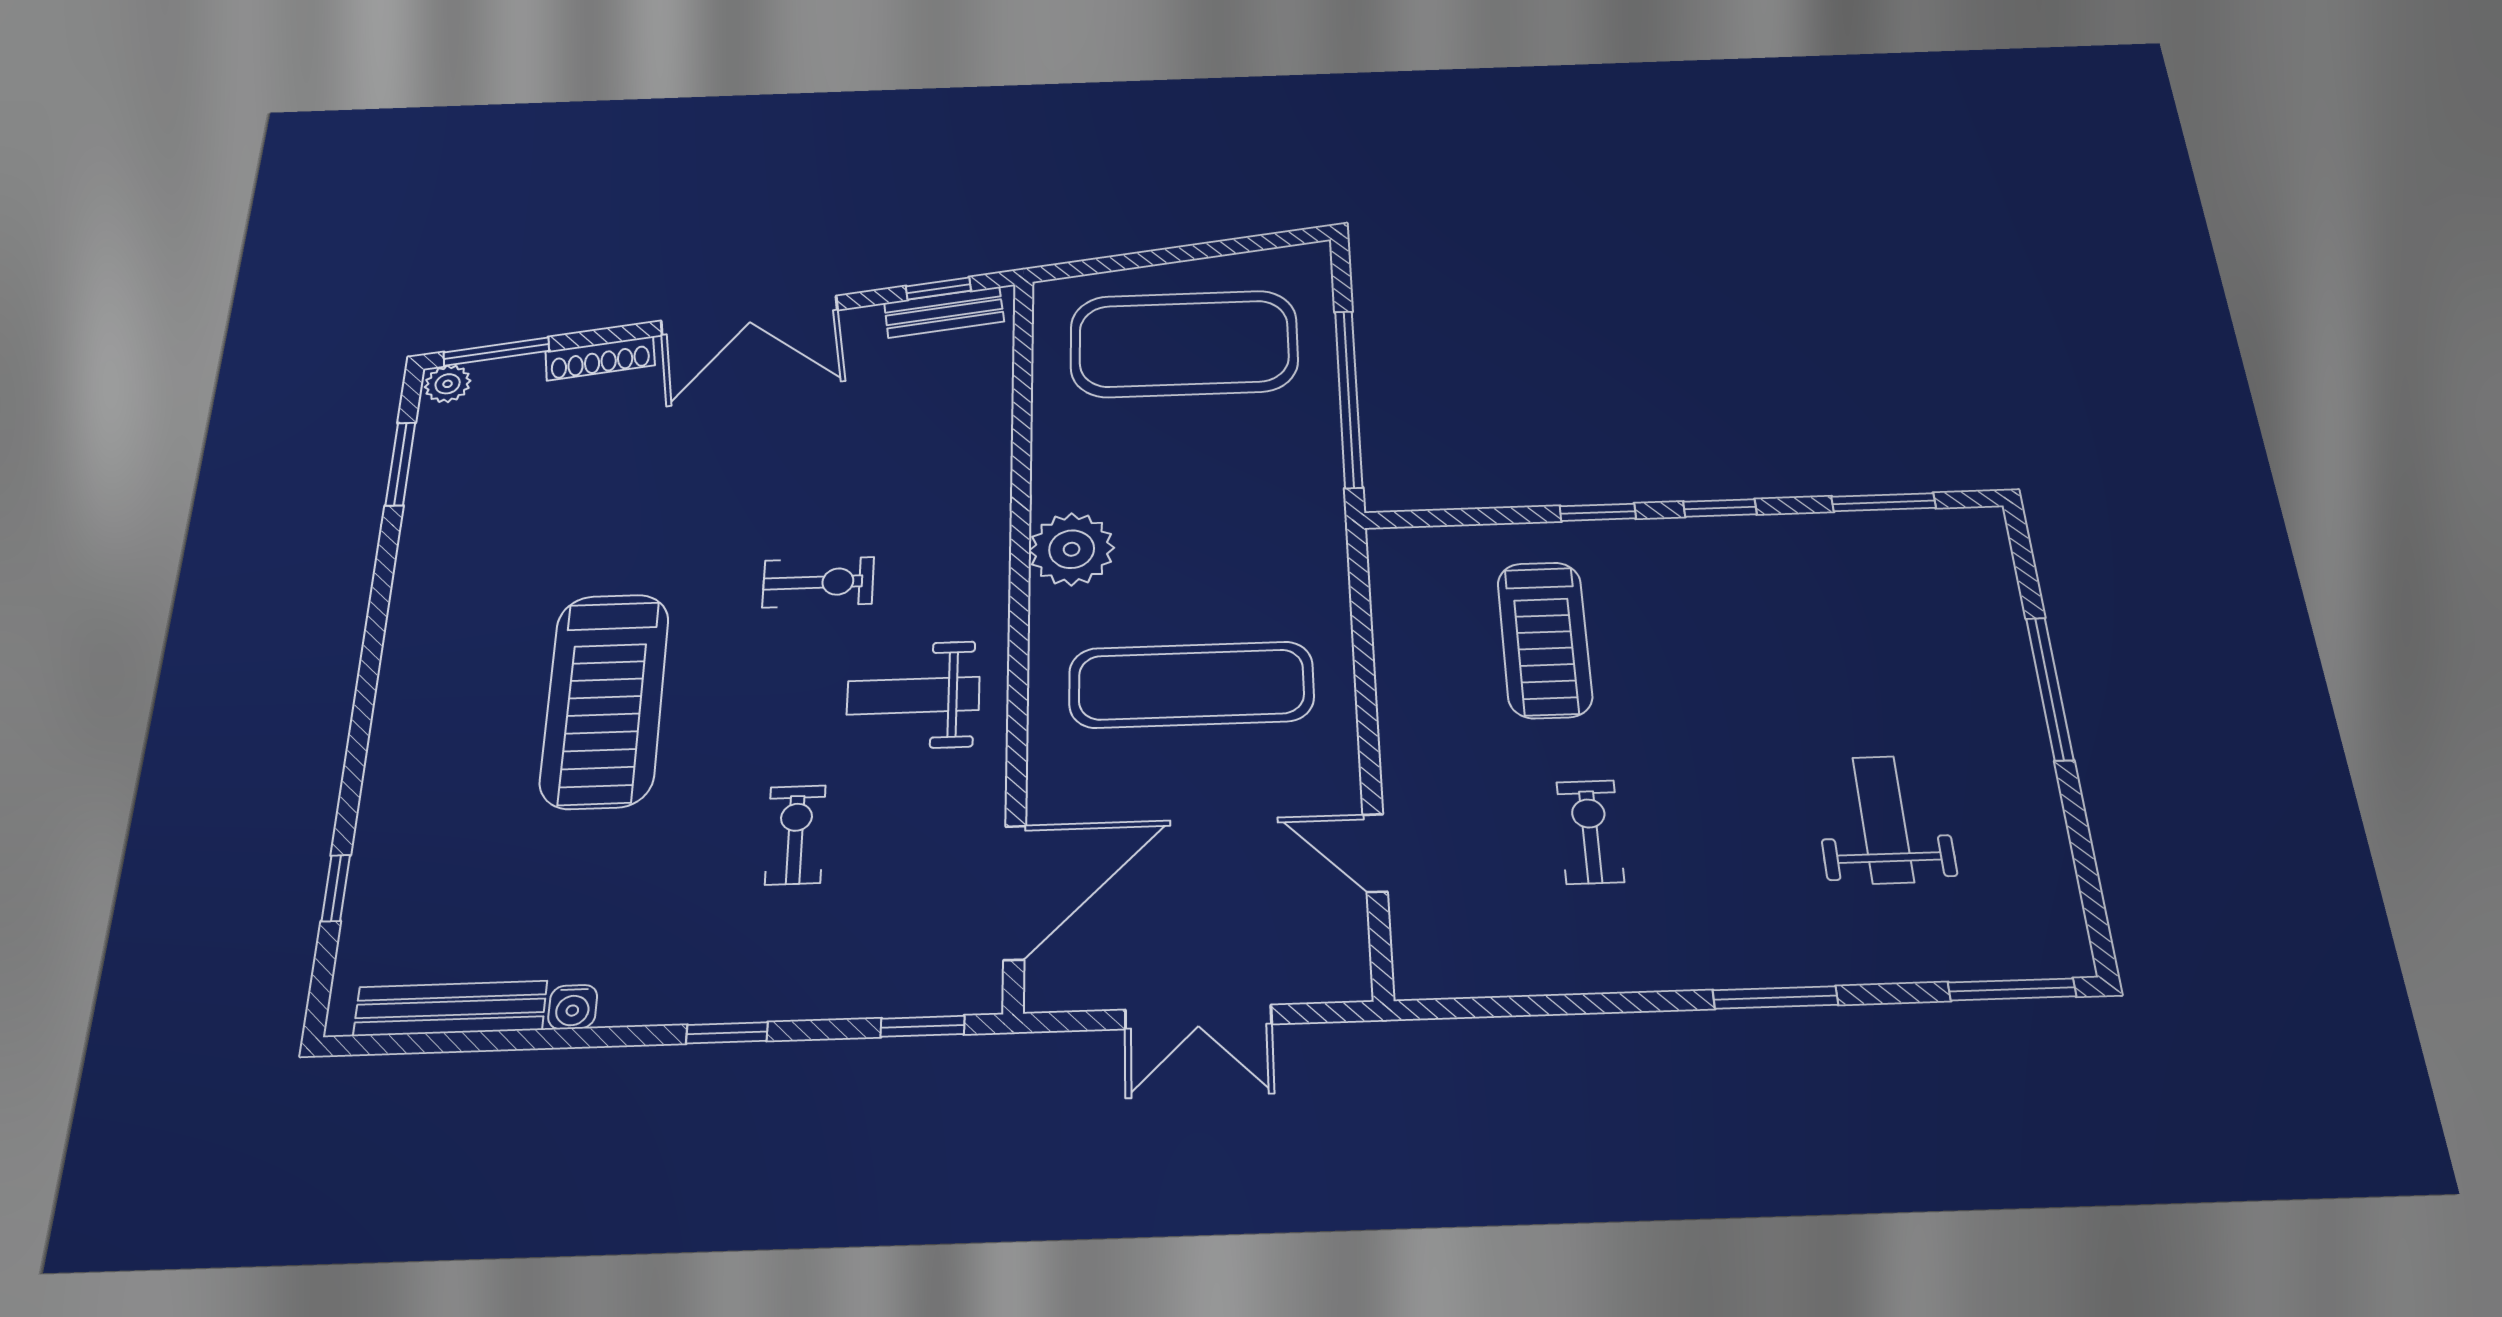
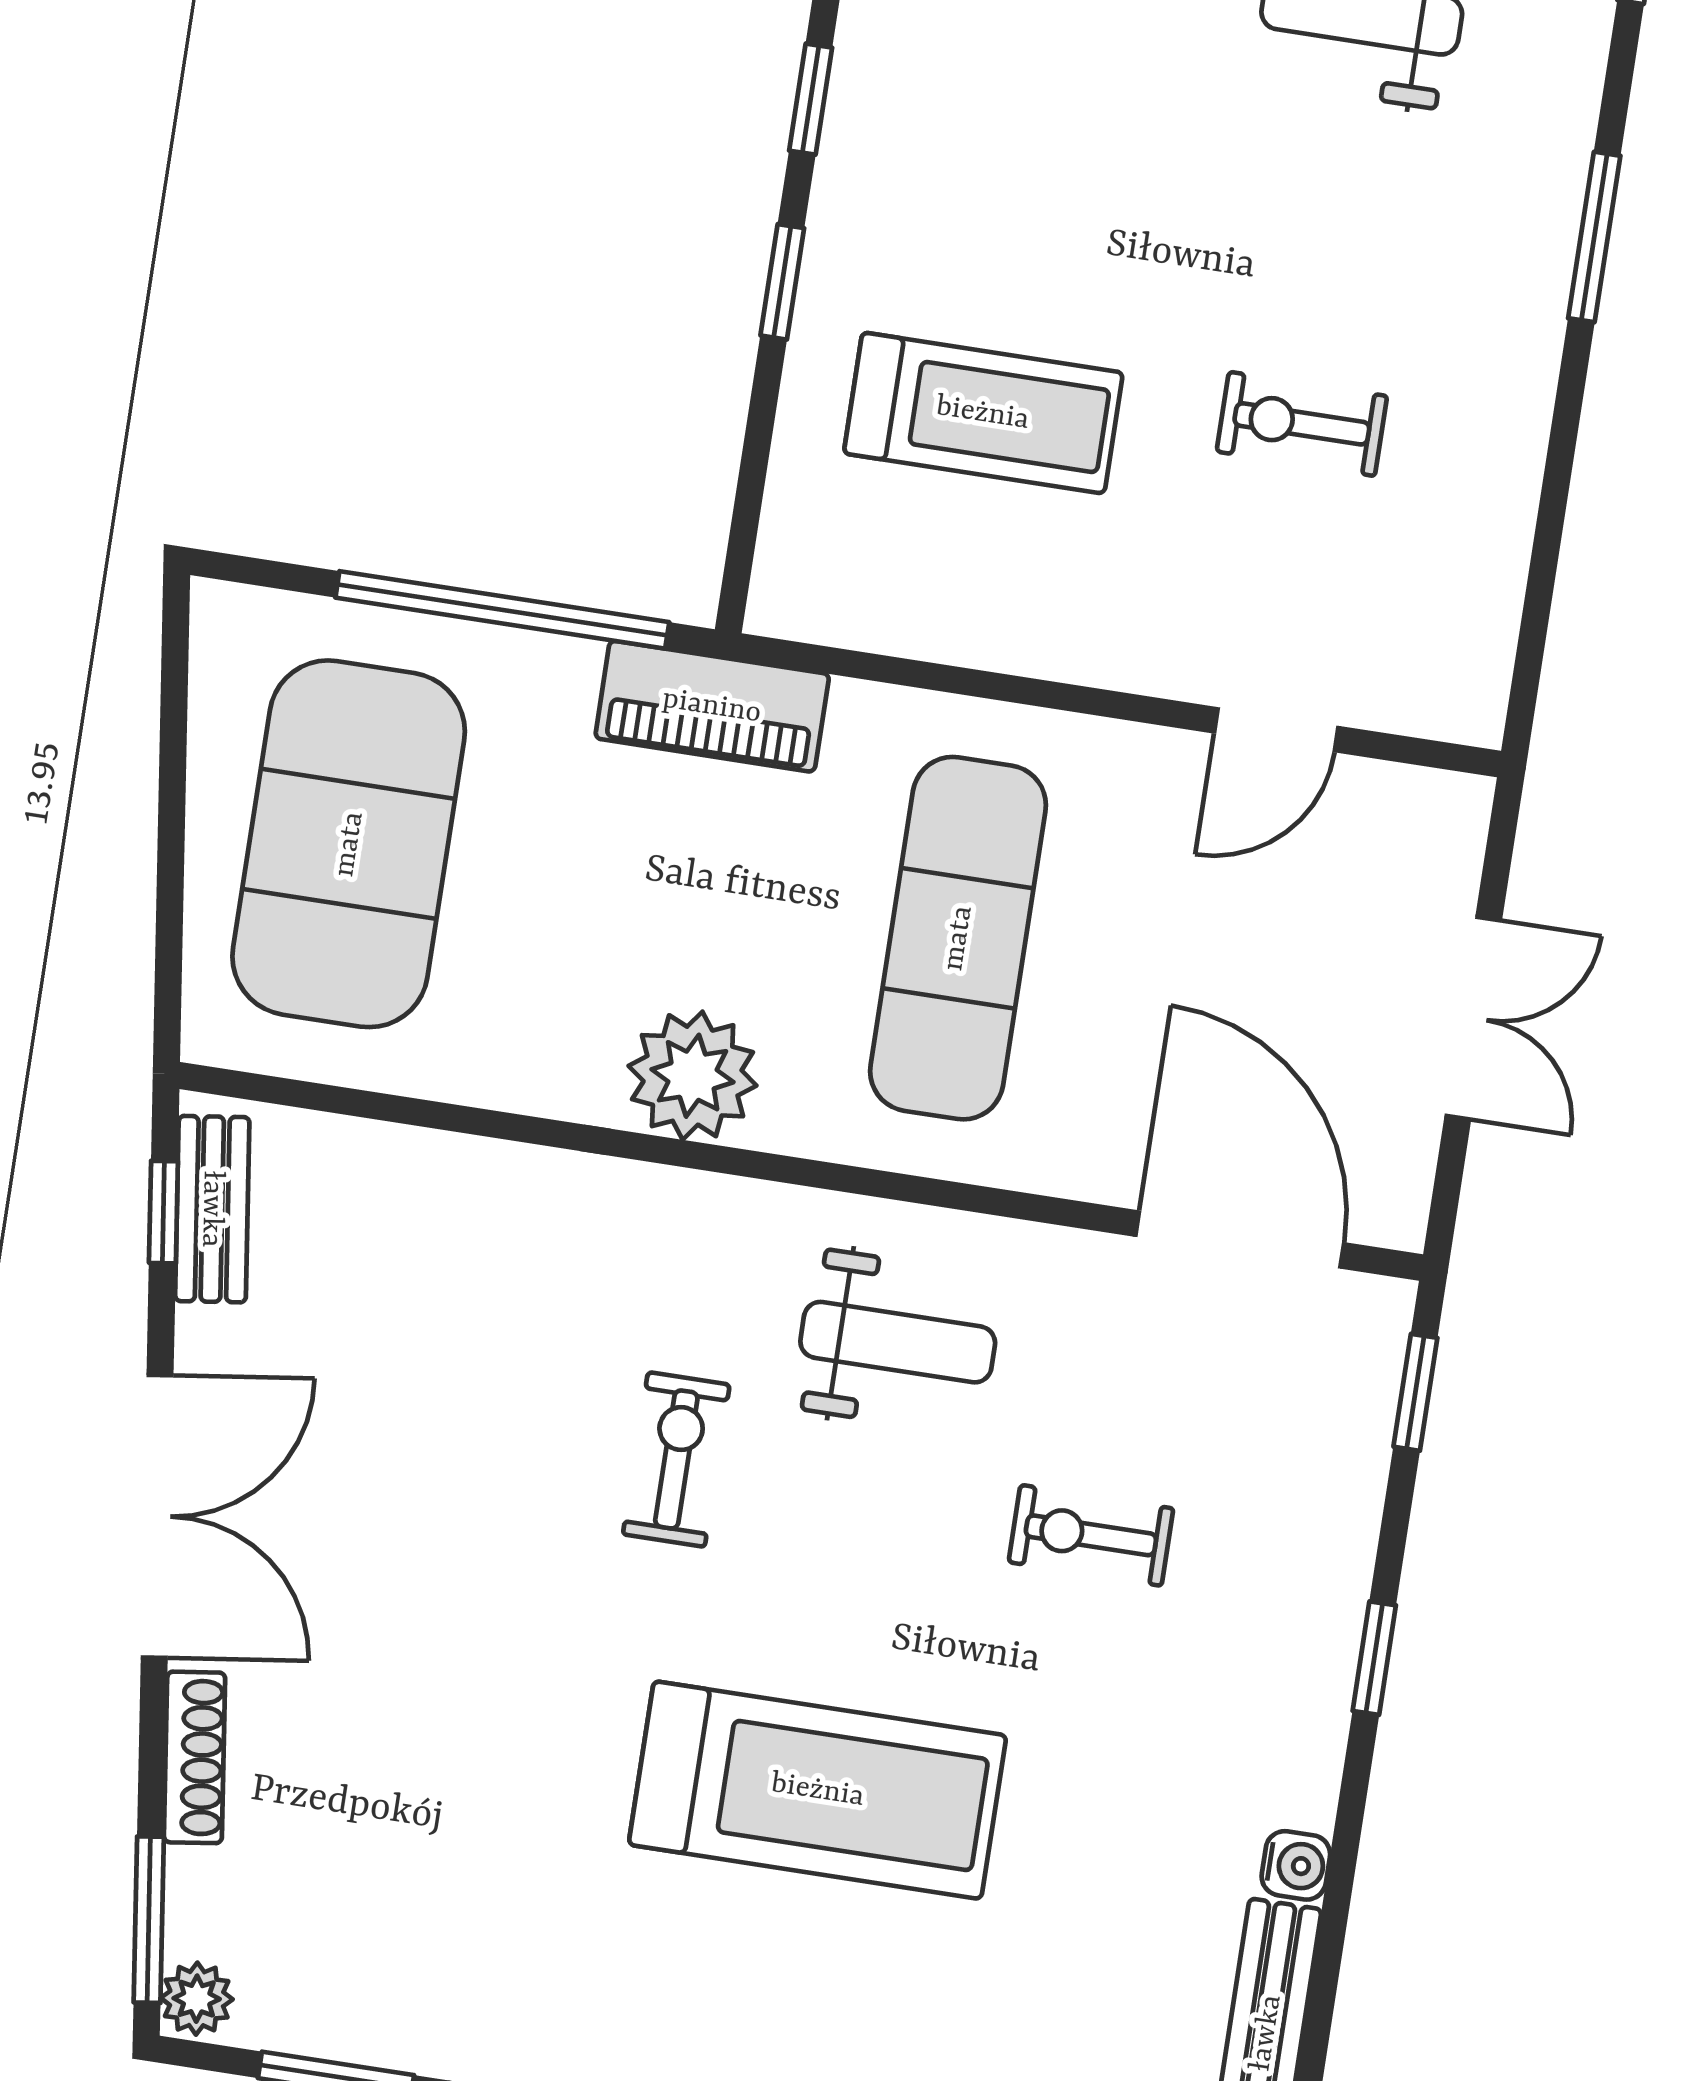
piano: (1314, 520) -> (712, 706), added
weight bench: (913, 696) -> (898, 1342), turned -90

